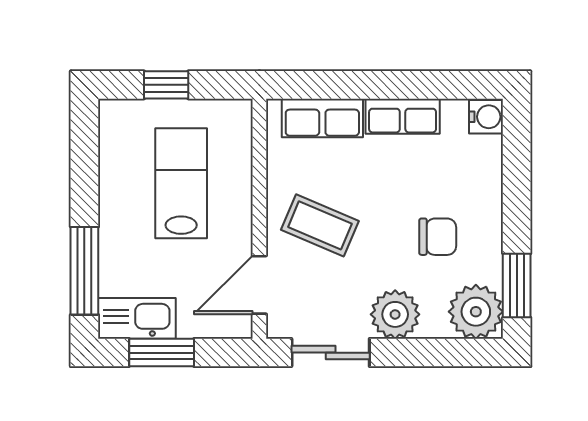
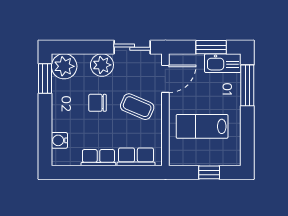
water cooler: (486, 117) -> (59, 140), moved
lab bench: (181, 183) -> (202, 126), turned 90
chair: (438, 237) -> (97, 103), moved

